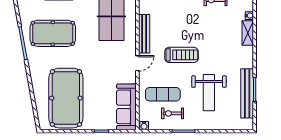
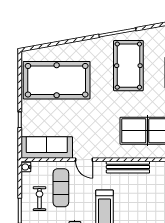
door: (137, 63) -> (84, 160), moved

